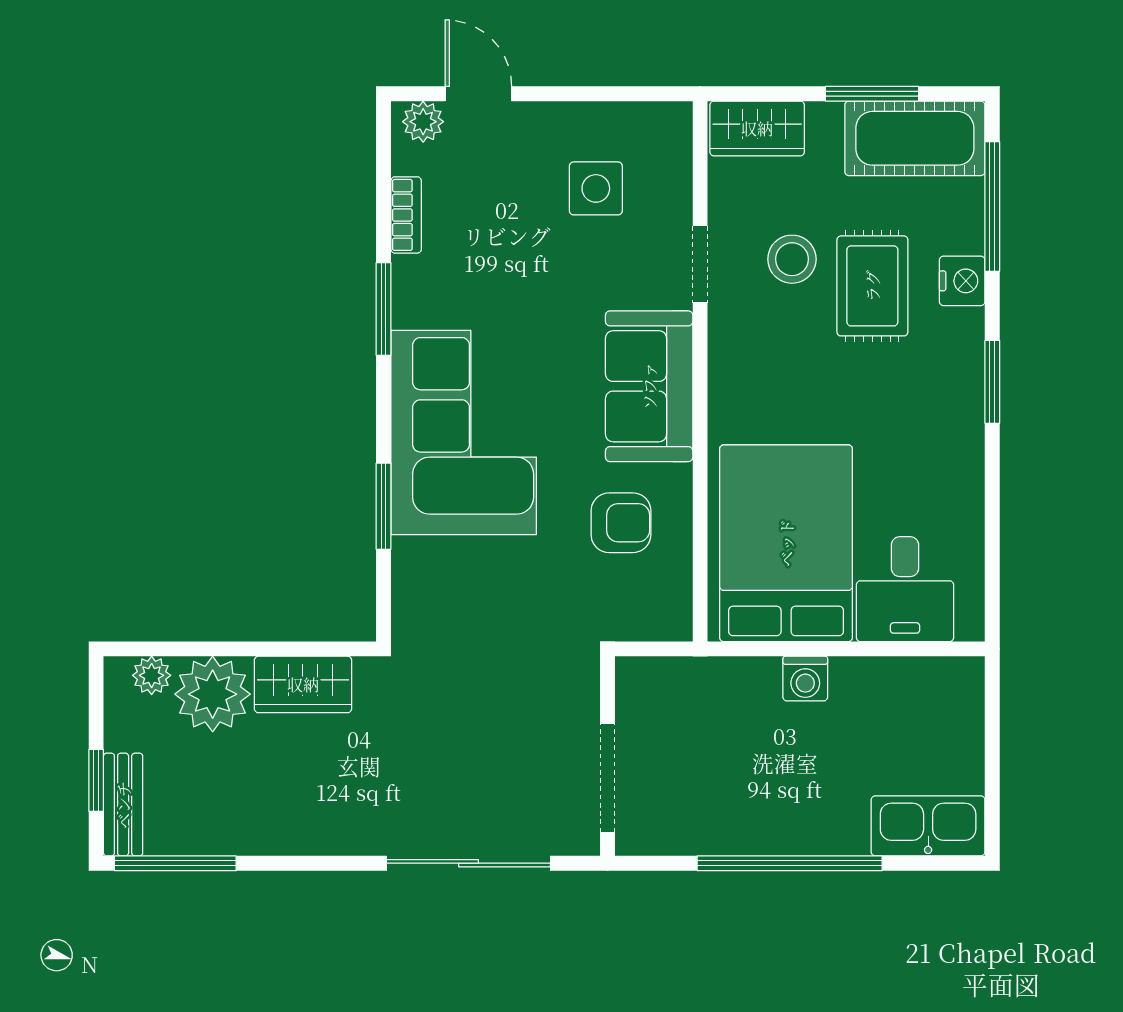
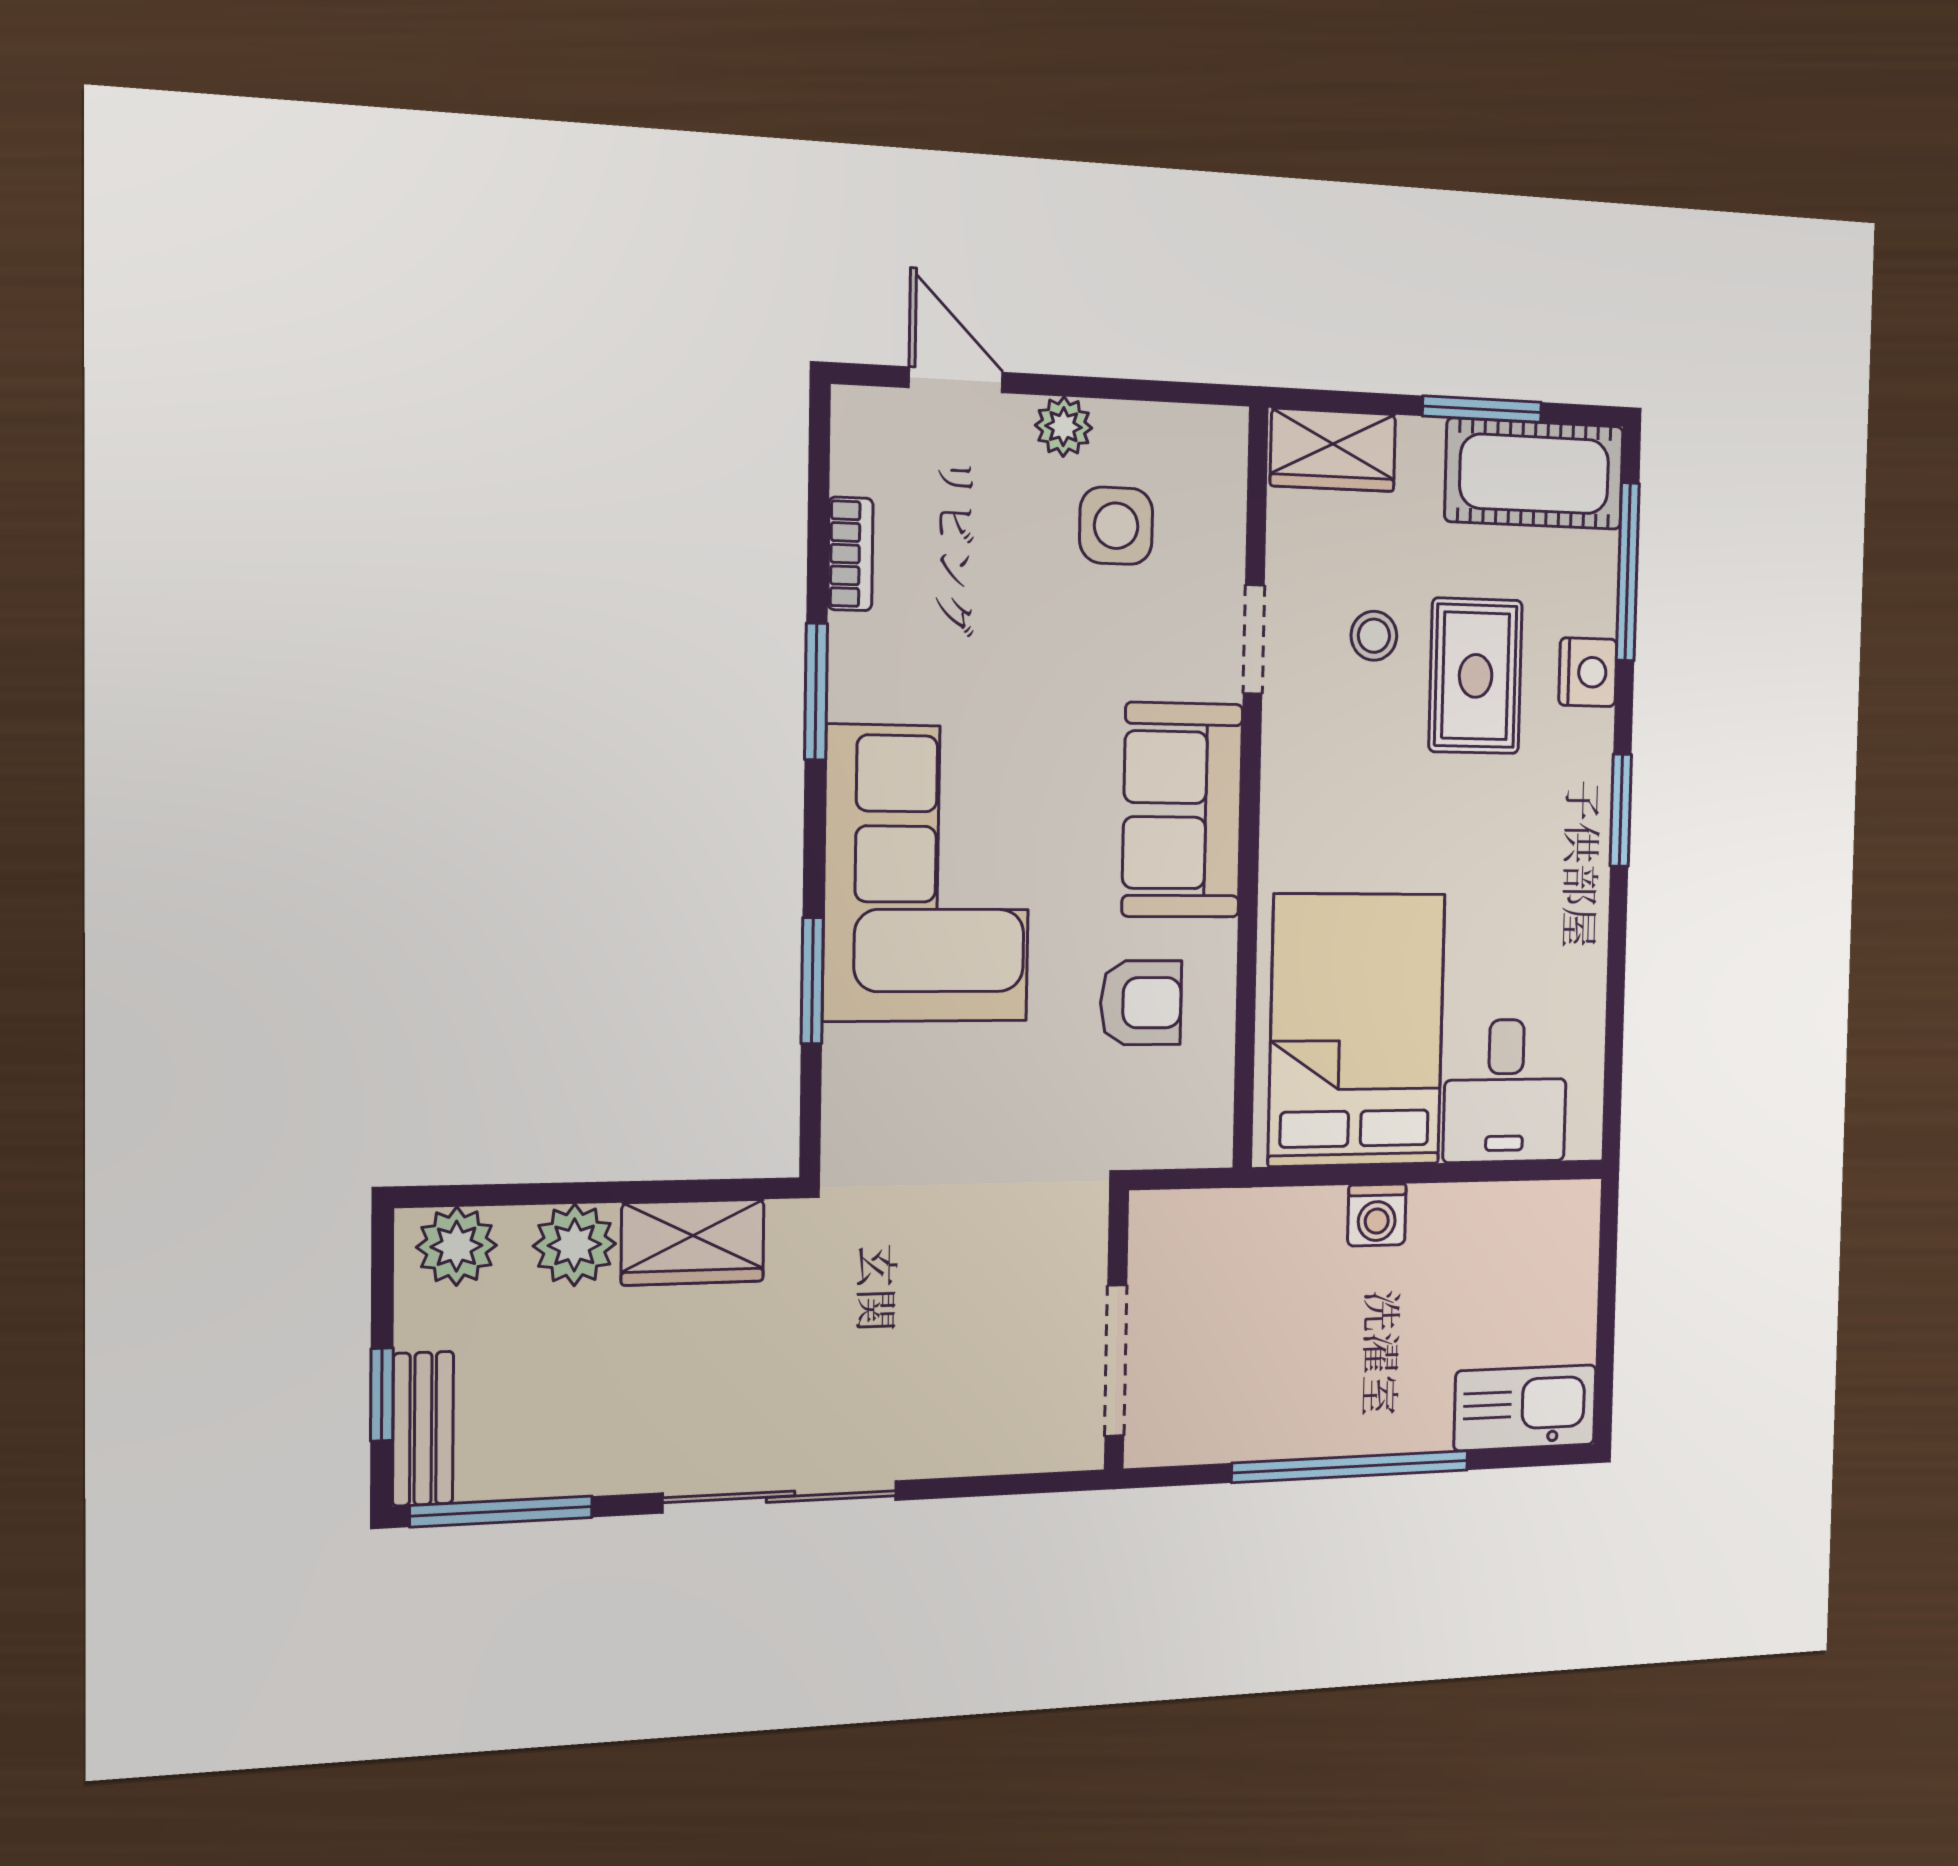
plant: (423, 122) -> (1064, 427), moved
stool: (792, 259) -> (1374, 636), width x0.73, depth x0.73
plant: (152, 675) -> (457, 1246), width x1.38, depth x1.38
plant: (213, 694) -> (574, 1245), width x0.73, depth x0.73
sliding door: (468, 863) -> (781, 1497), moved

